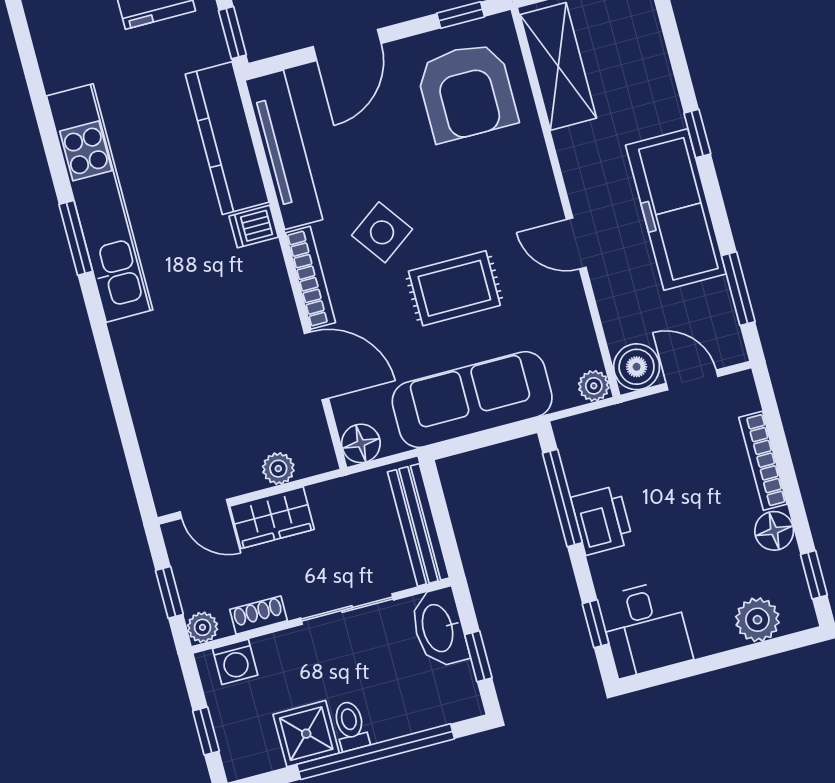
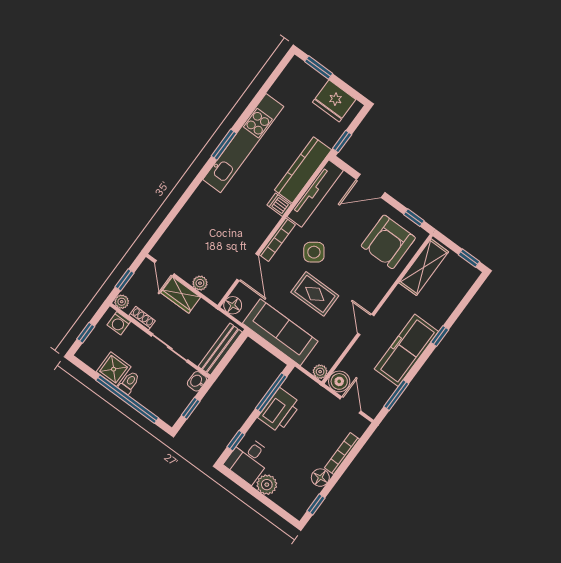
printer: (602, 520) -> (279, 410), width x1.37, depth x1.19
plant: (757, 620) -> (267, 485), moved
washbasin: (439, 628) -> (197, 381), width x0.52, depth x0.69

